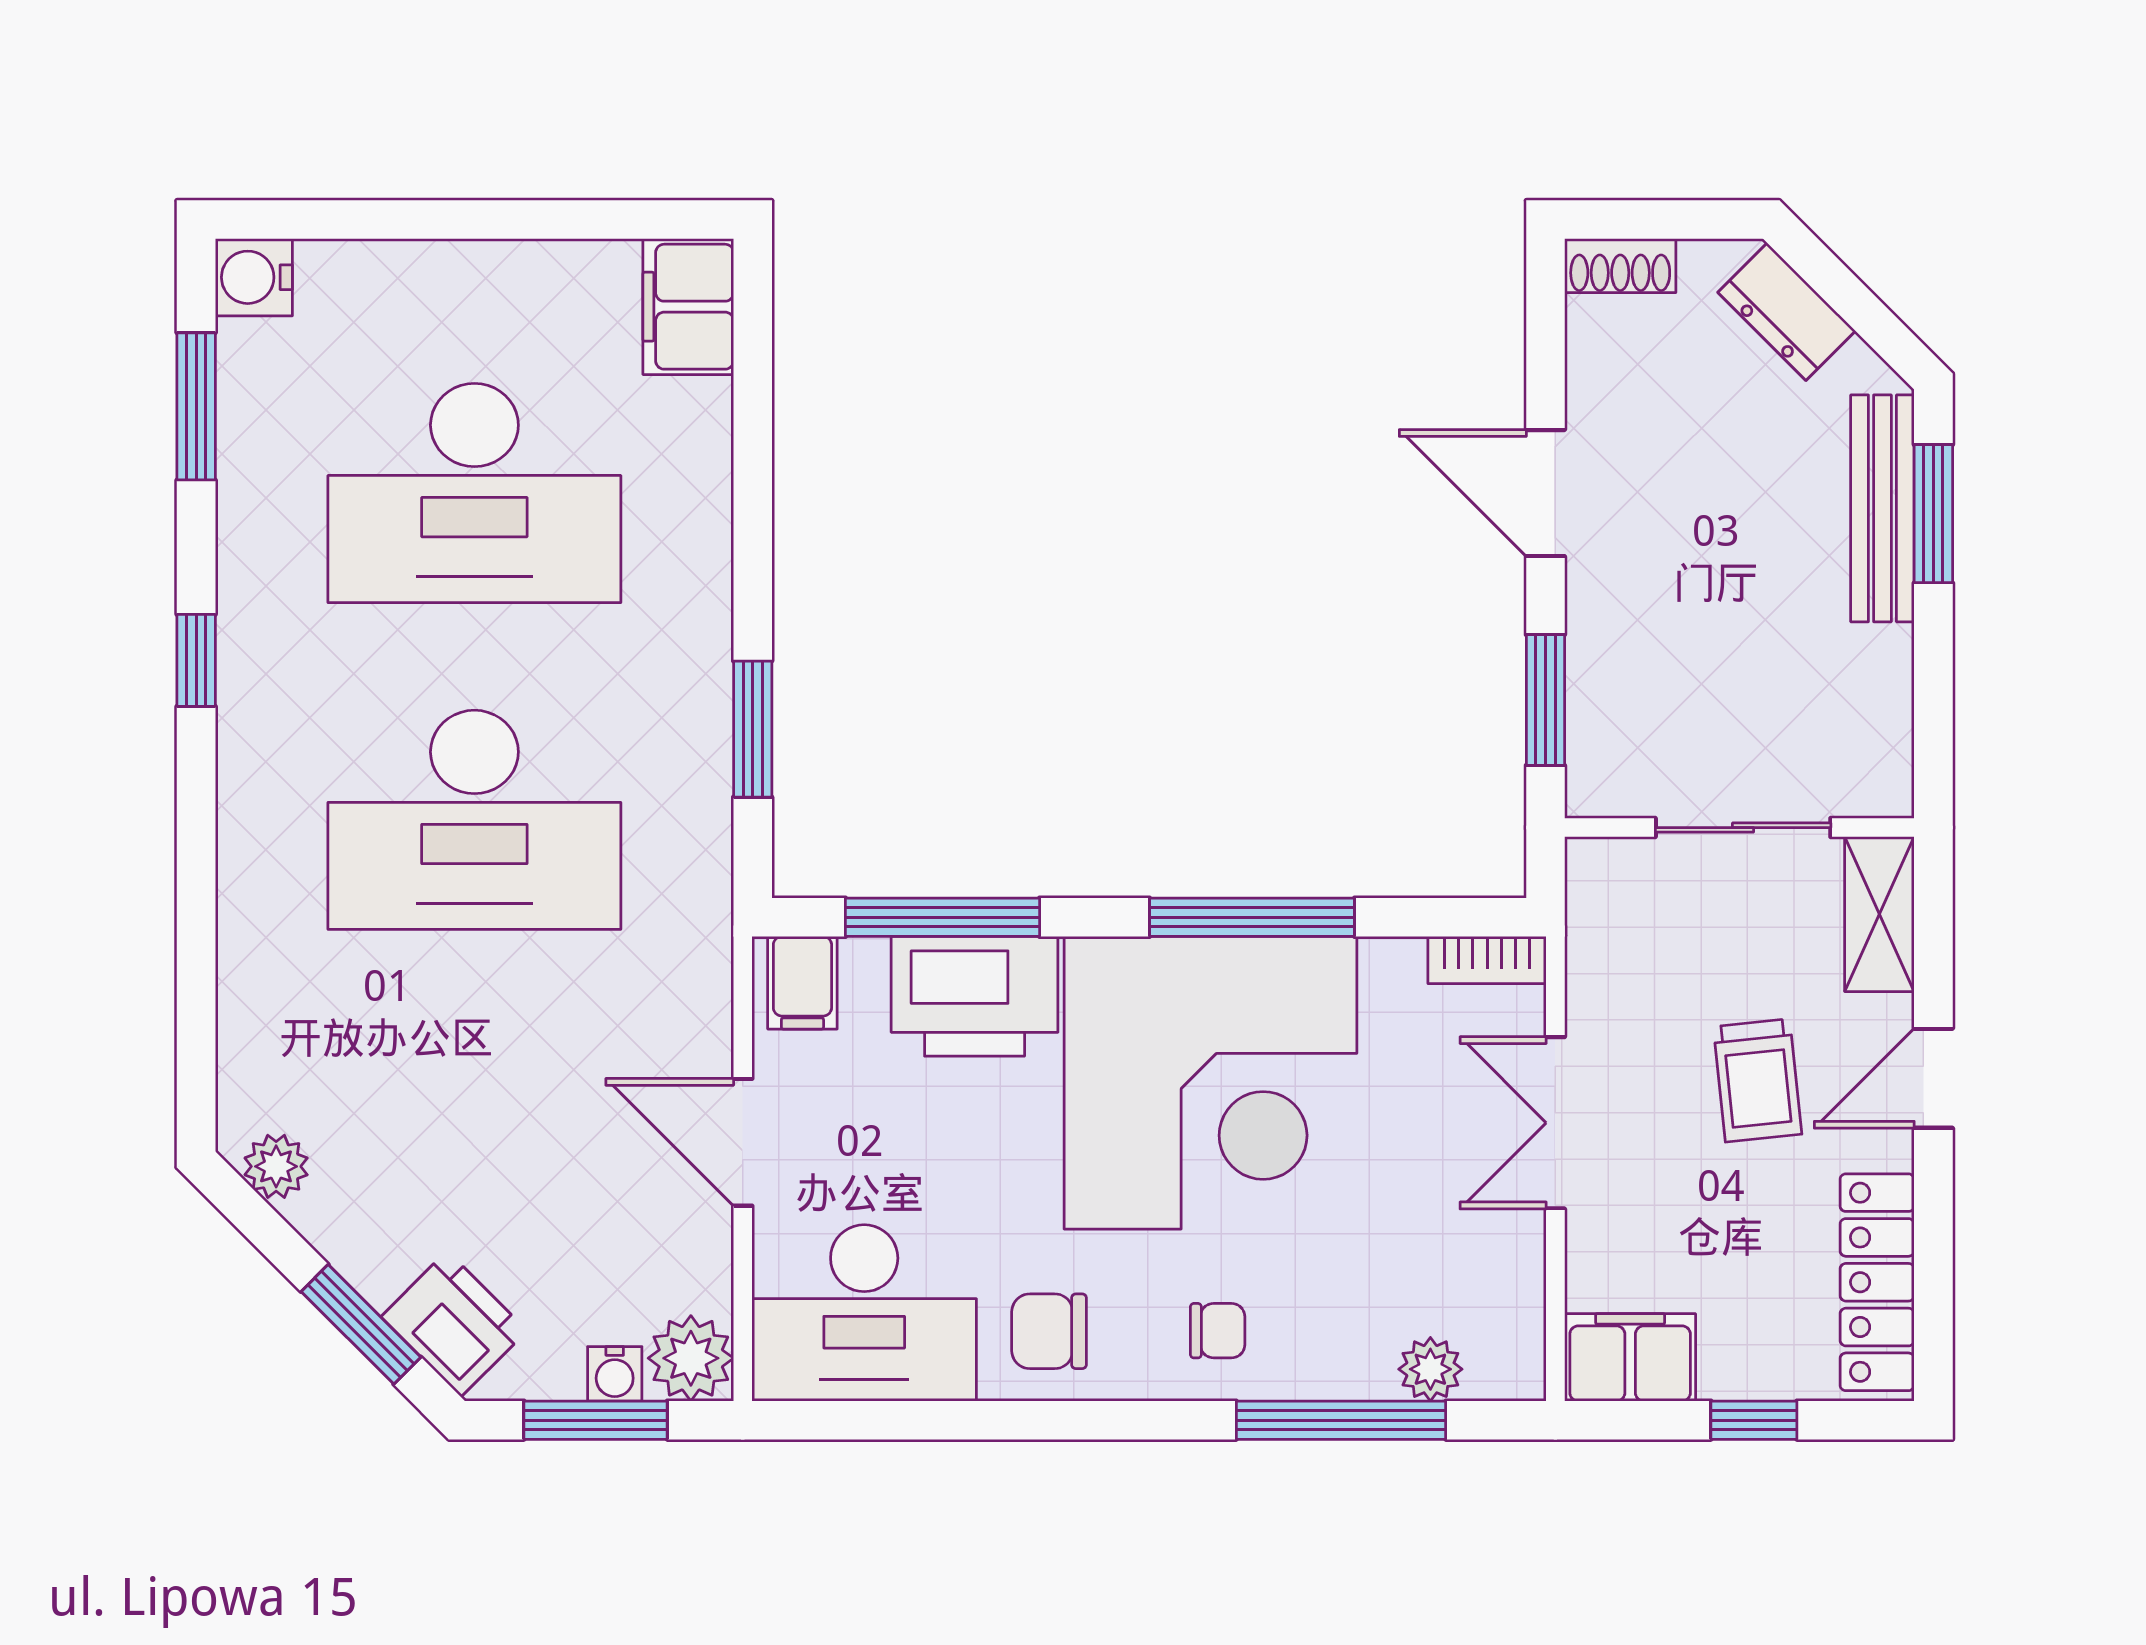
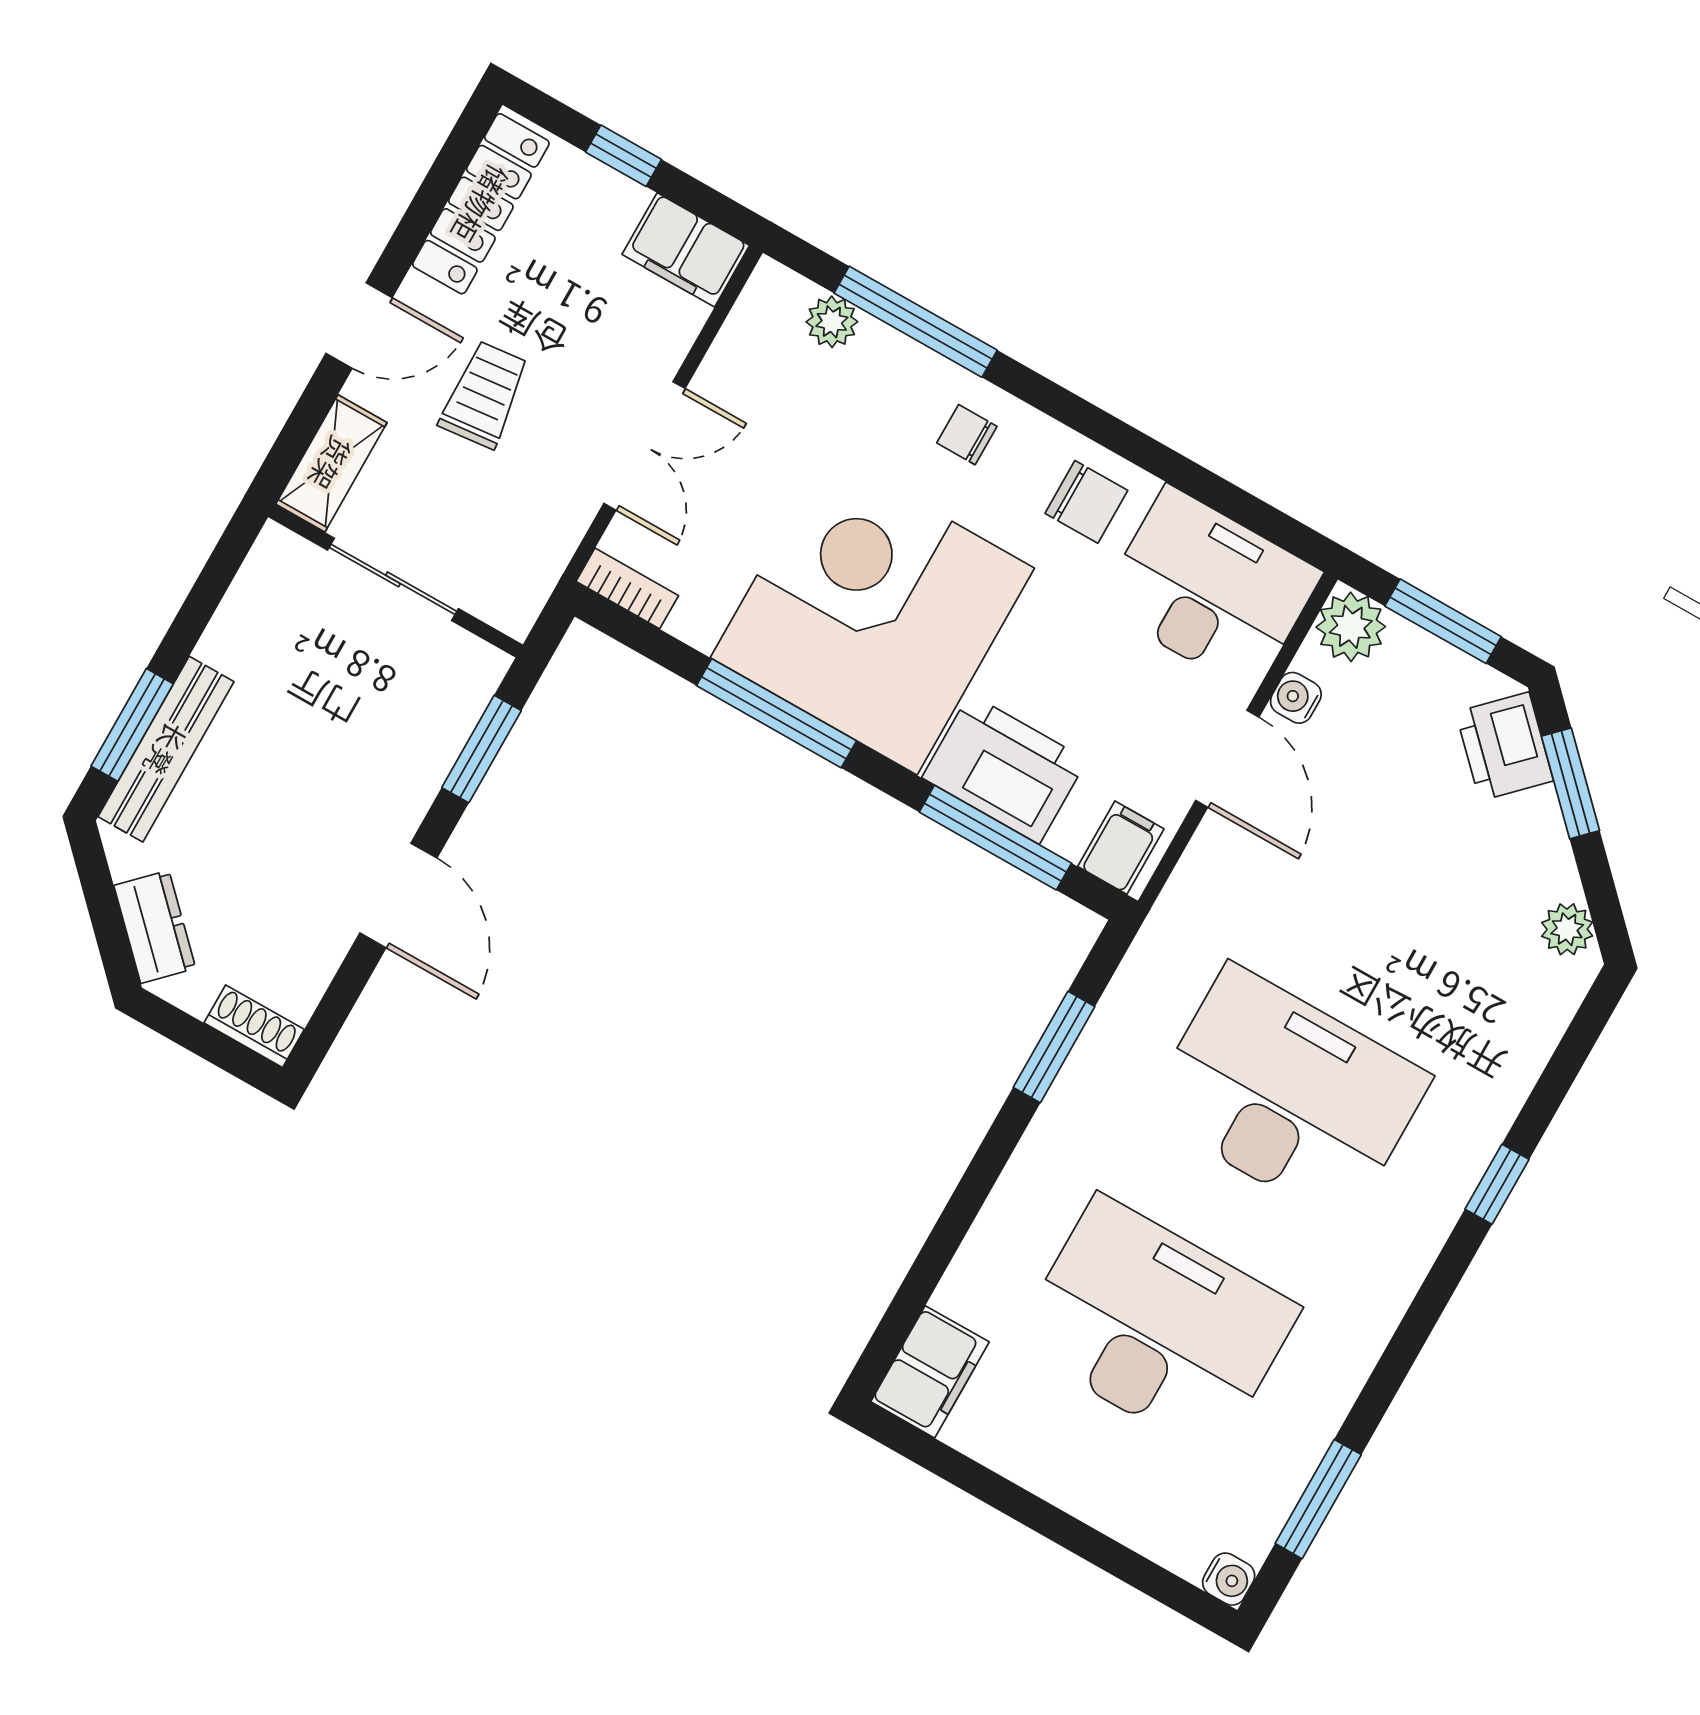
water cooler: (254, 277) -> (1229, 1579), width x0.72, depth x0.72
window: (196, 660) -> (1497, 1184), moved
water cooler: (615, 1374) -> (1296, 698), moved, turned -90

